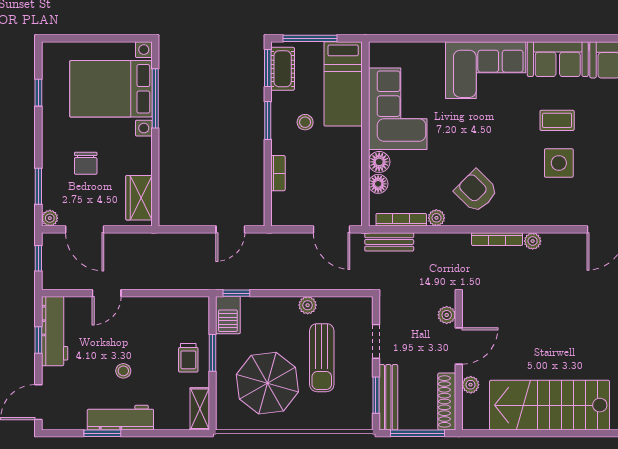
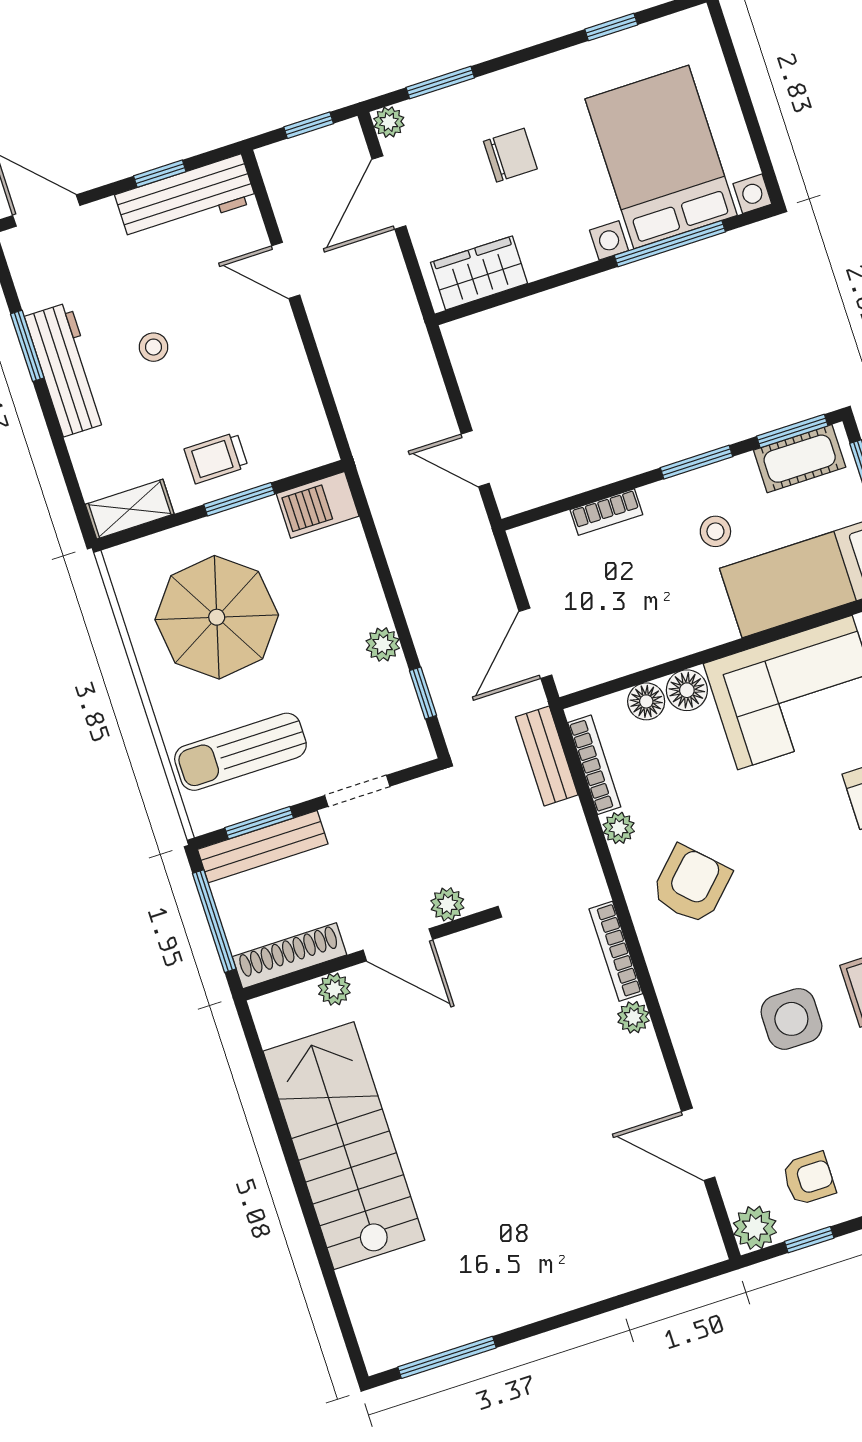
chair: (86, 163) -> (510, 155), turned 180
window: (236, 293) -> (423, 693), moved
sun lounger: (322, 358) -> (240, 752), moved

